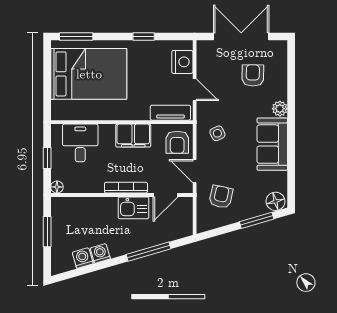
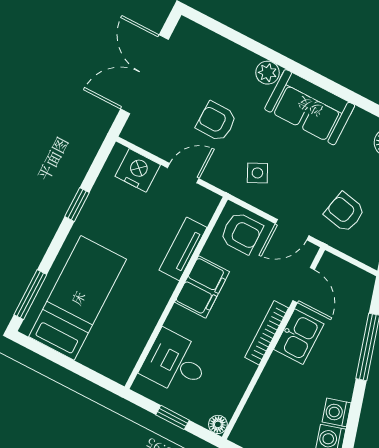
bed: (89, 74) -> (78, 298), width x0.67
armchair: (253, 75) -> (216, 121), moved
tv unit: (170, 113) -> (183, 249), moved

